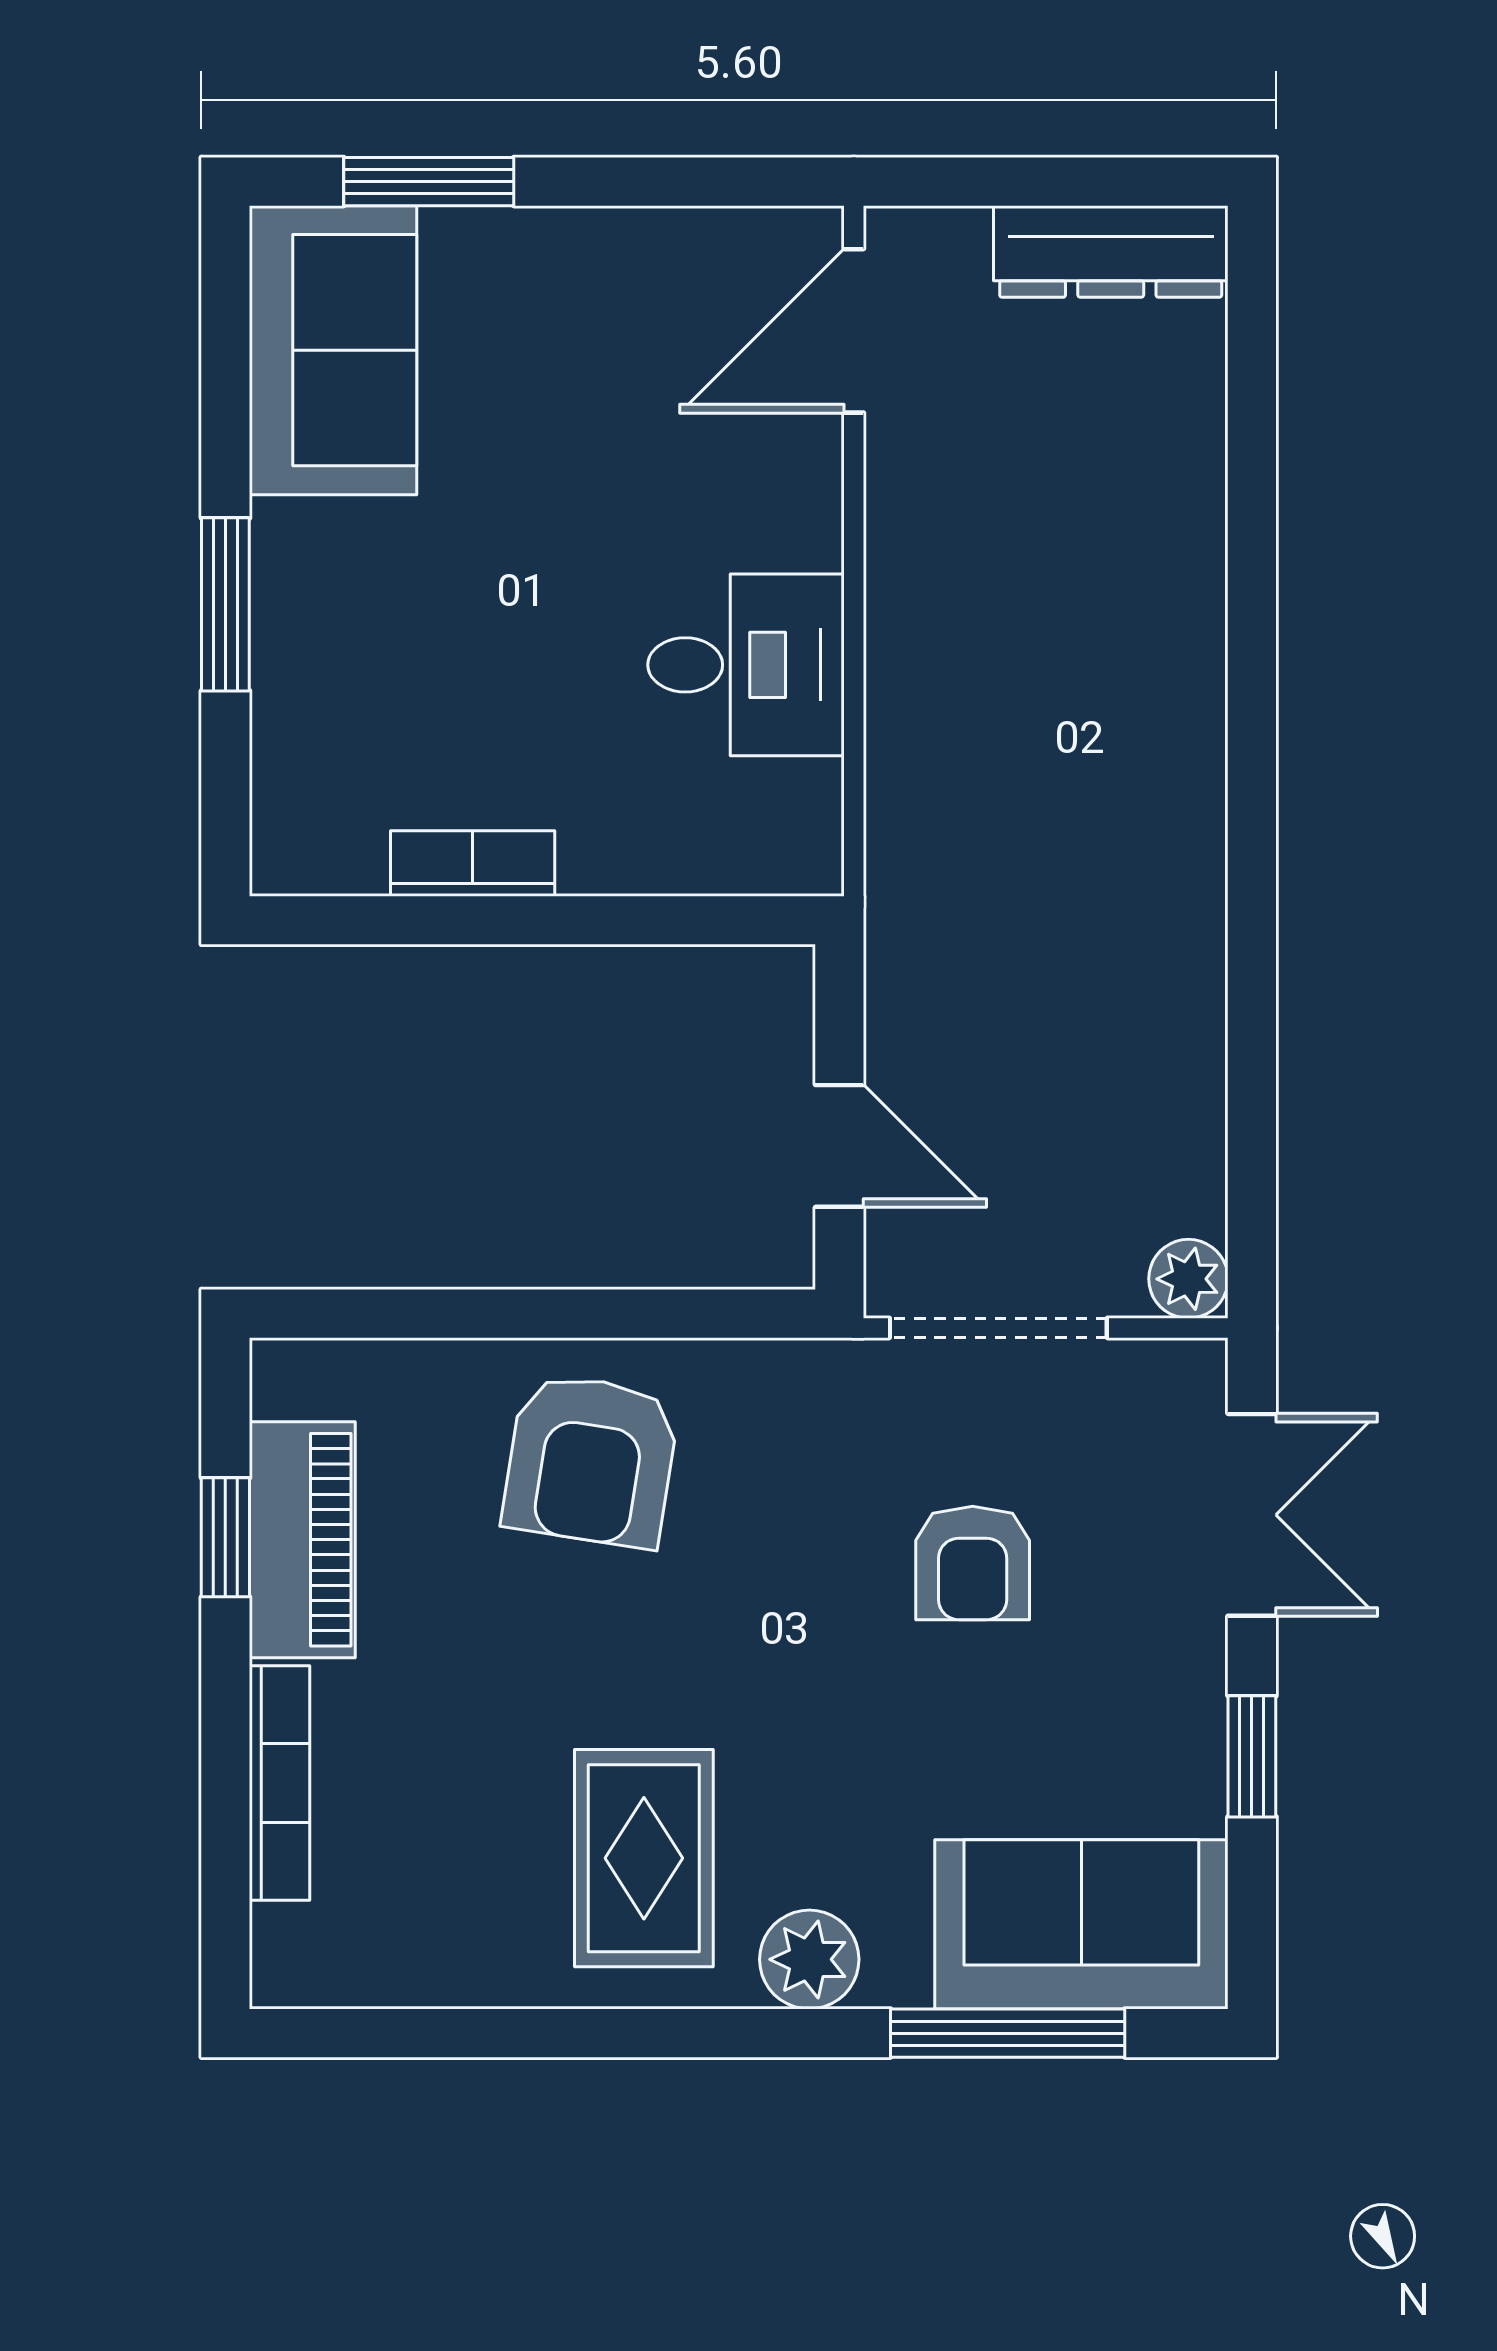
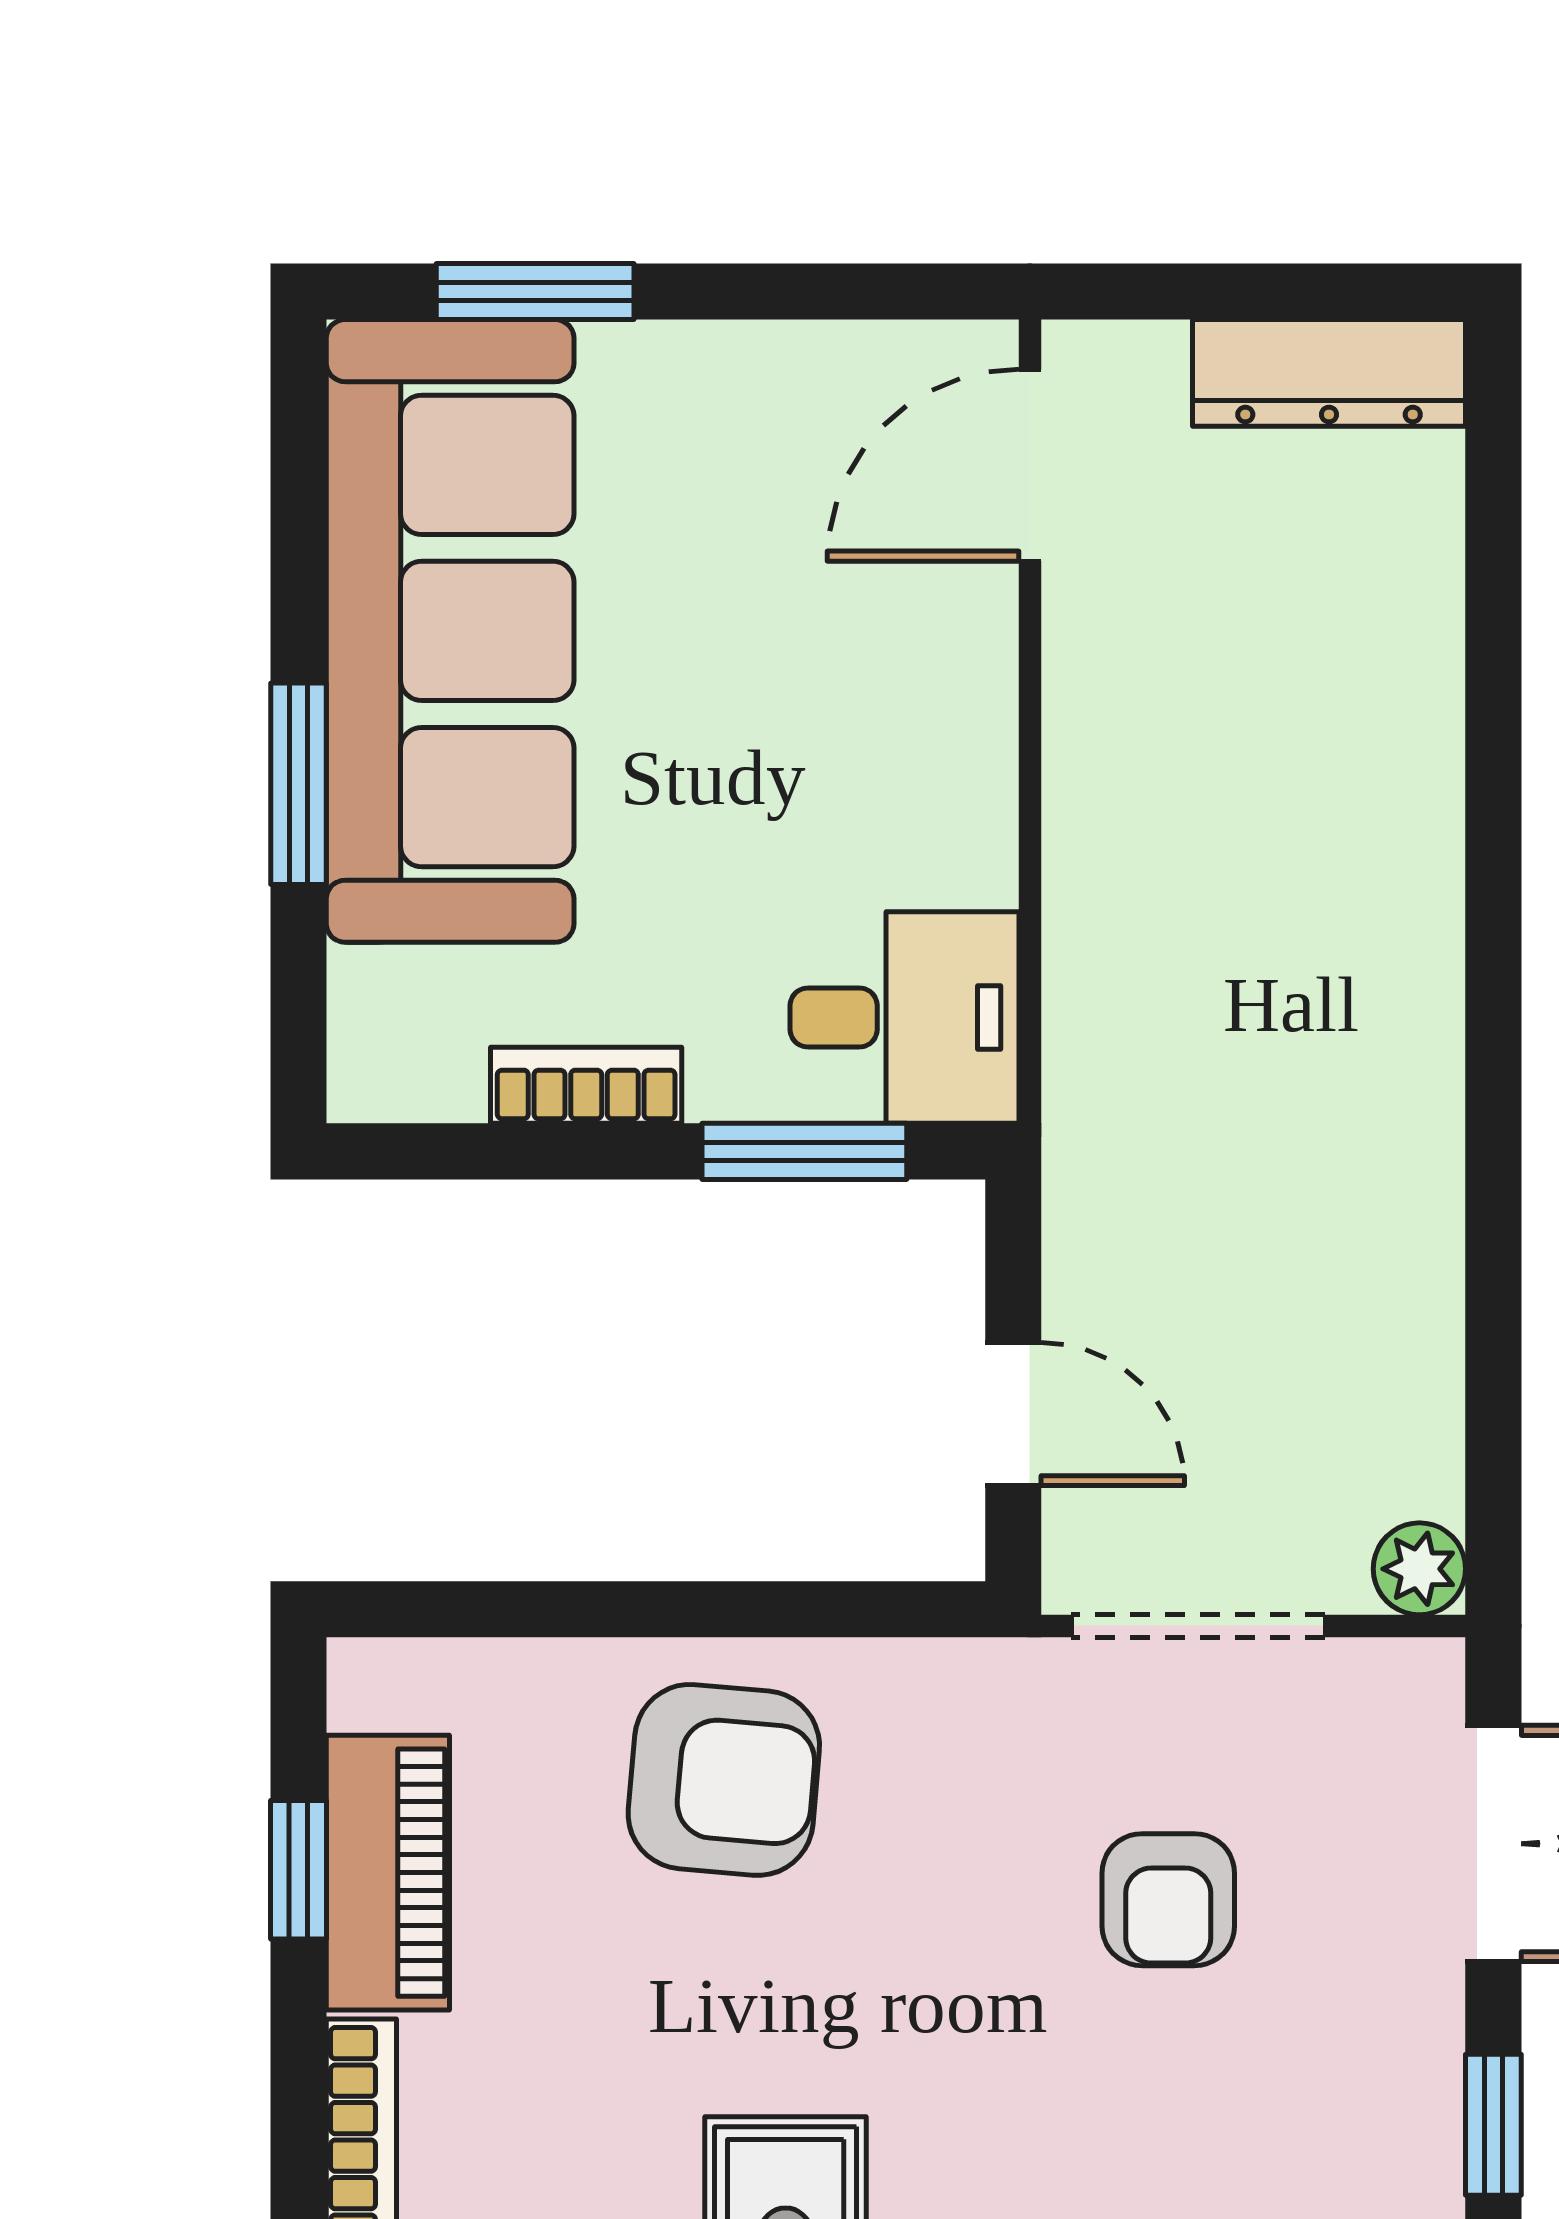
sofa: (333, 350) -> (450, 631), width x1.85, depth x1.27
desk: (746, 665) -> (905, 1018), moved
window: (660, 920) -> (804, 1151), added
armchair: (591, 1460) -> (724, 1780), turned -94

